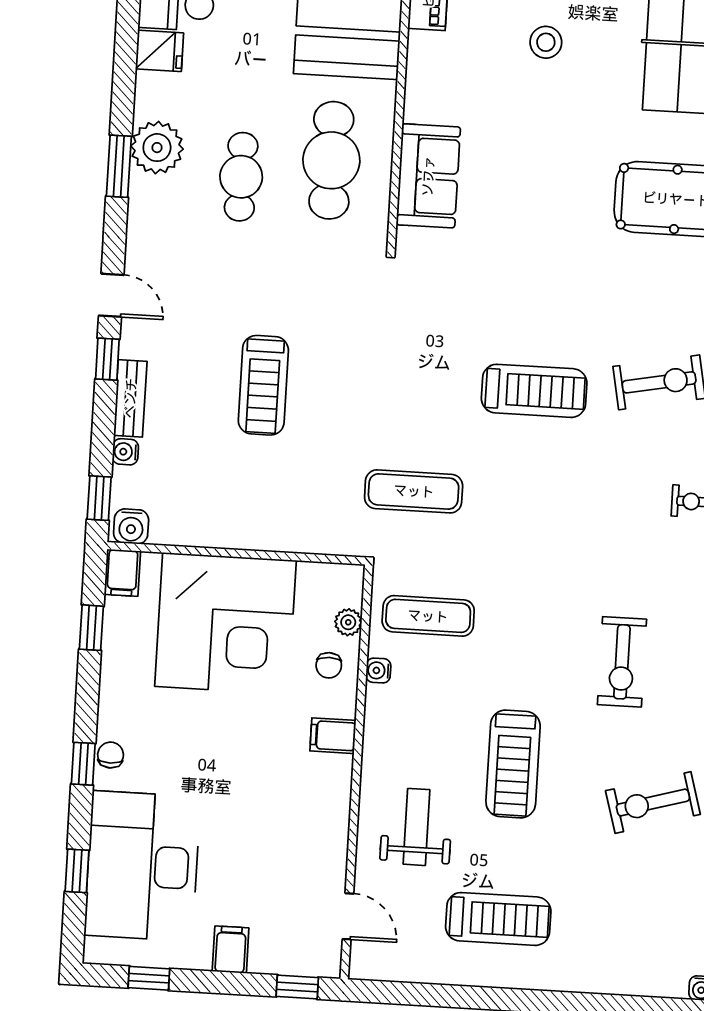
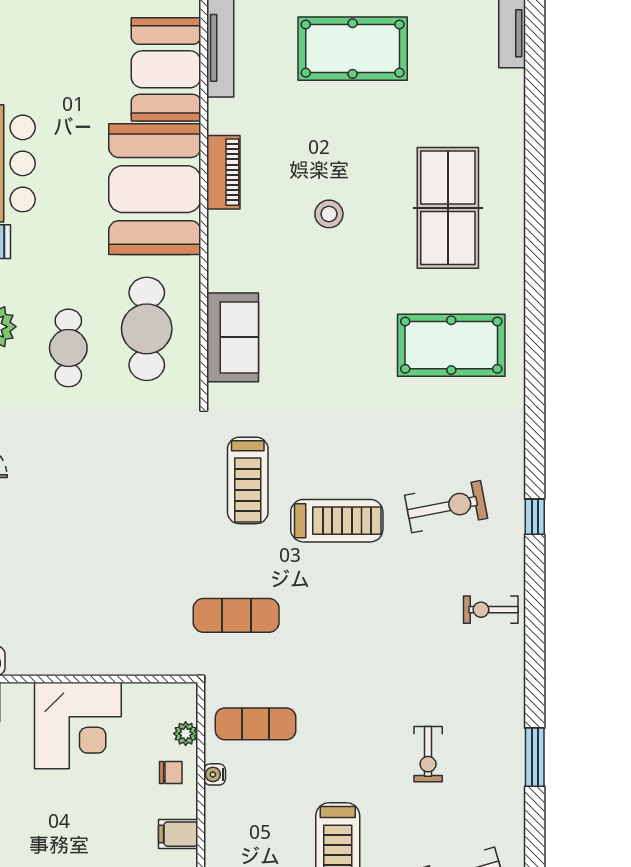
treadmill: (263, 385) -> (248, 480), moved
corner desk: (225, 623) -> (78, 725), width x0.74, depth x0.74
exercise bike: (622, 662) -> (428, 754), width x0.73, depth x0.72
chair: (329, 665) -> (171, 773), turned -90

